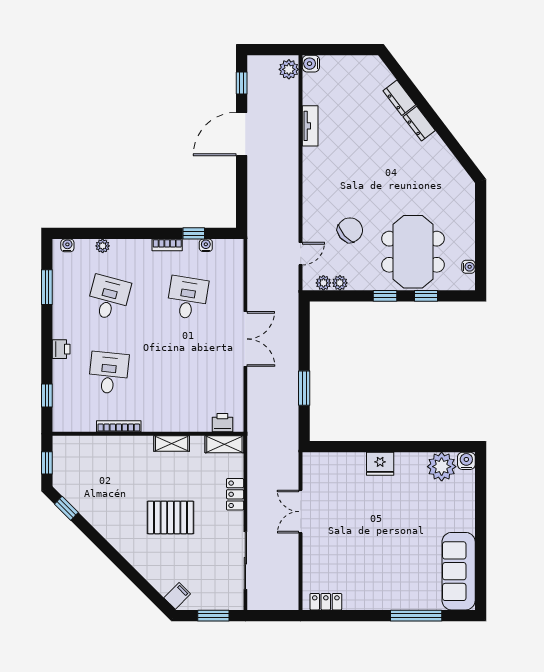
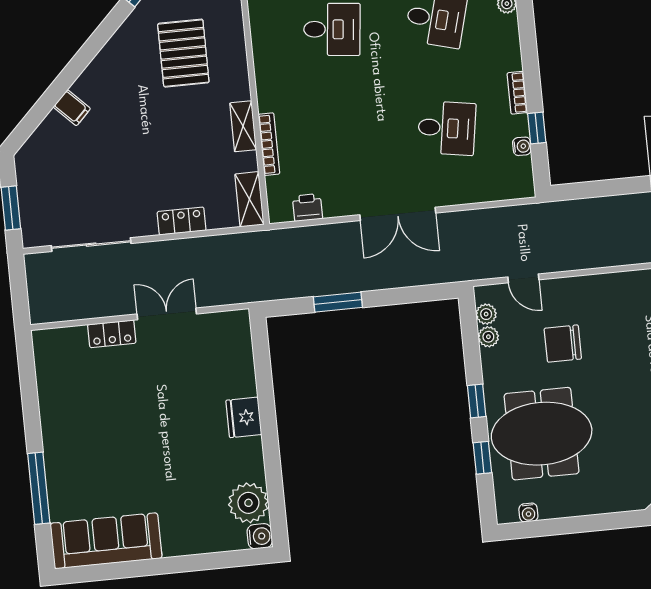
chair: (350, 230) -> (563, 344), turned 131
printer: (222, 423) -> (307, 207), moved, turned -90
bookcase: (119, 426) -> (269, 144), moved
pallet: (170, 517) -> (183, 53), moved
filing cabinet: (177, 596) -> (72, 108), moved
locker: (326, 602) -> (112, 334), moved, turned 90

